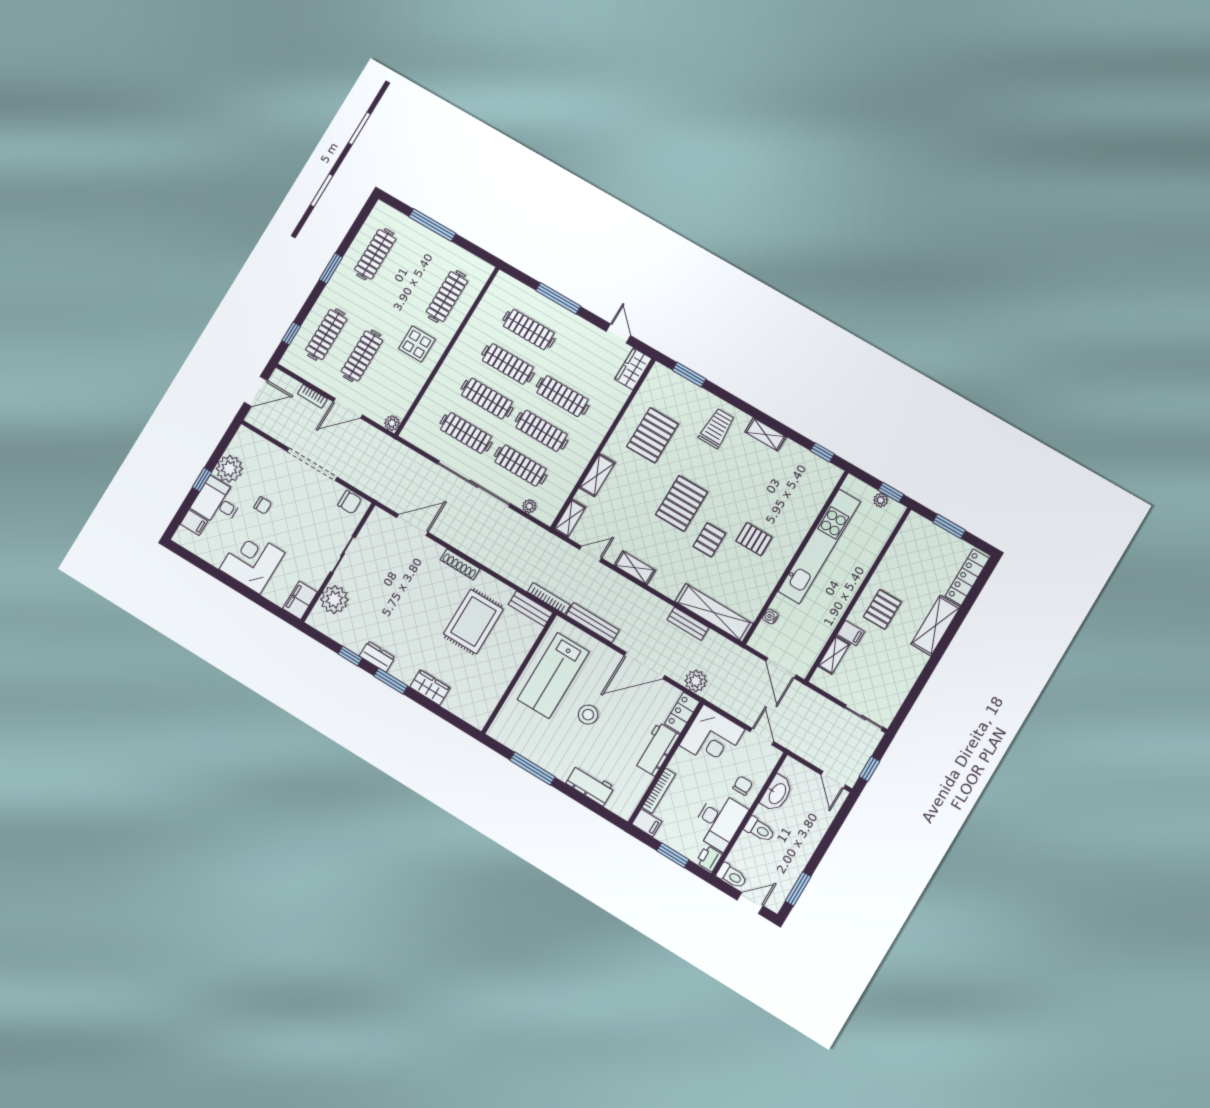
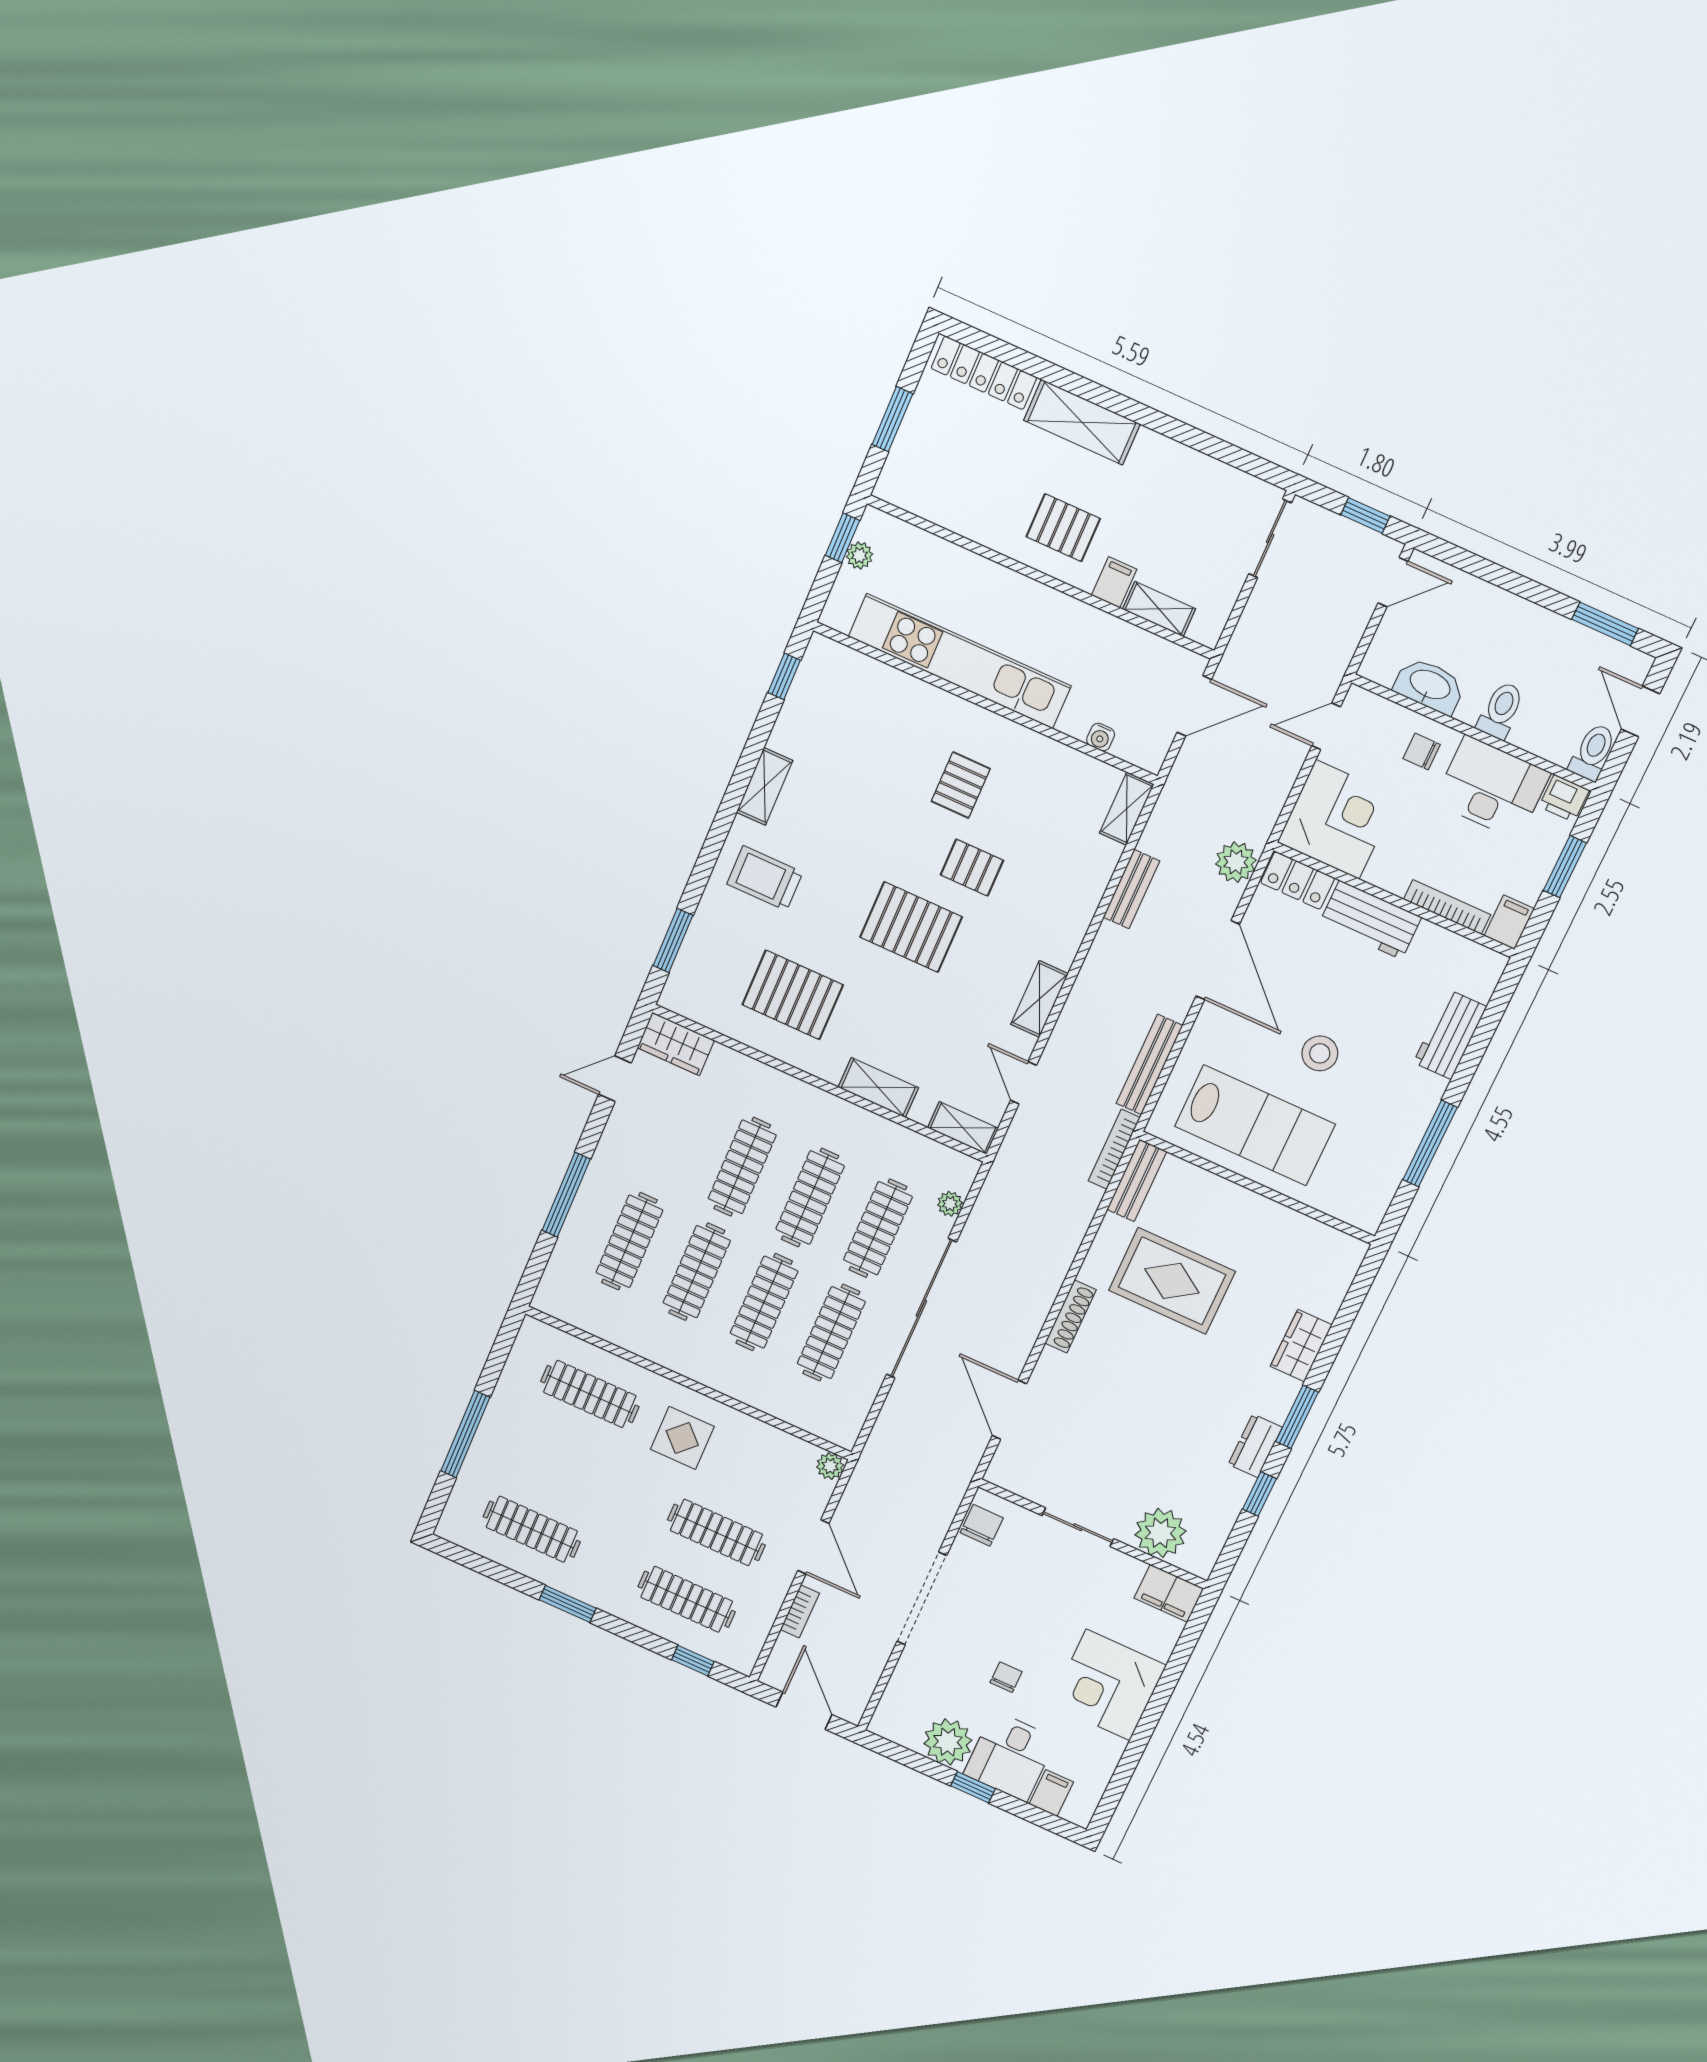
shelving: (714, 613) -> (1127, 809), width x0.45, depth x0.75

